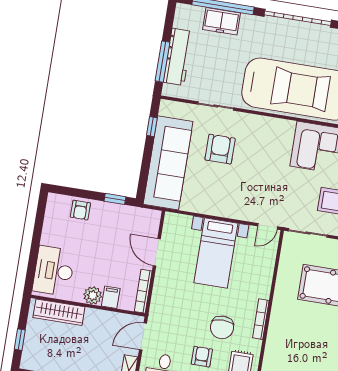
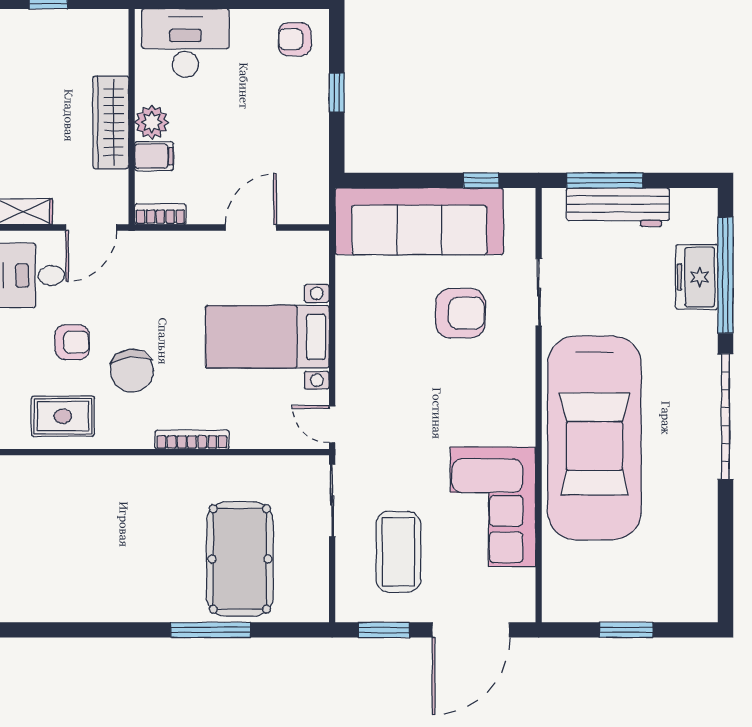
window: (115, 199) -> (337, 93), moved
armchair: (80, 210) -> (295, 39), moved
bookcase: (143, 291) -> (160, 214), width x0.64
wardrobe: (59, 312) -> (111, 122), moved
bookcase: (261, 319) -> (192, 440), moved
chair: (222, 327) -> (132, 371), turned -96
door: (143, 337) -> (91, 227), swing flipped

